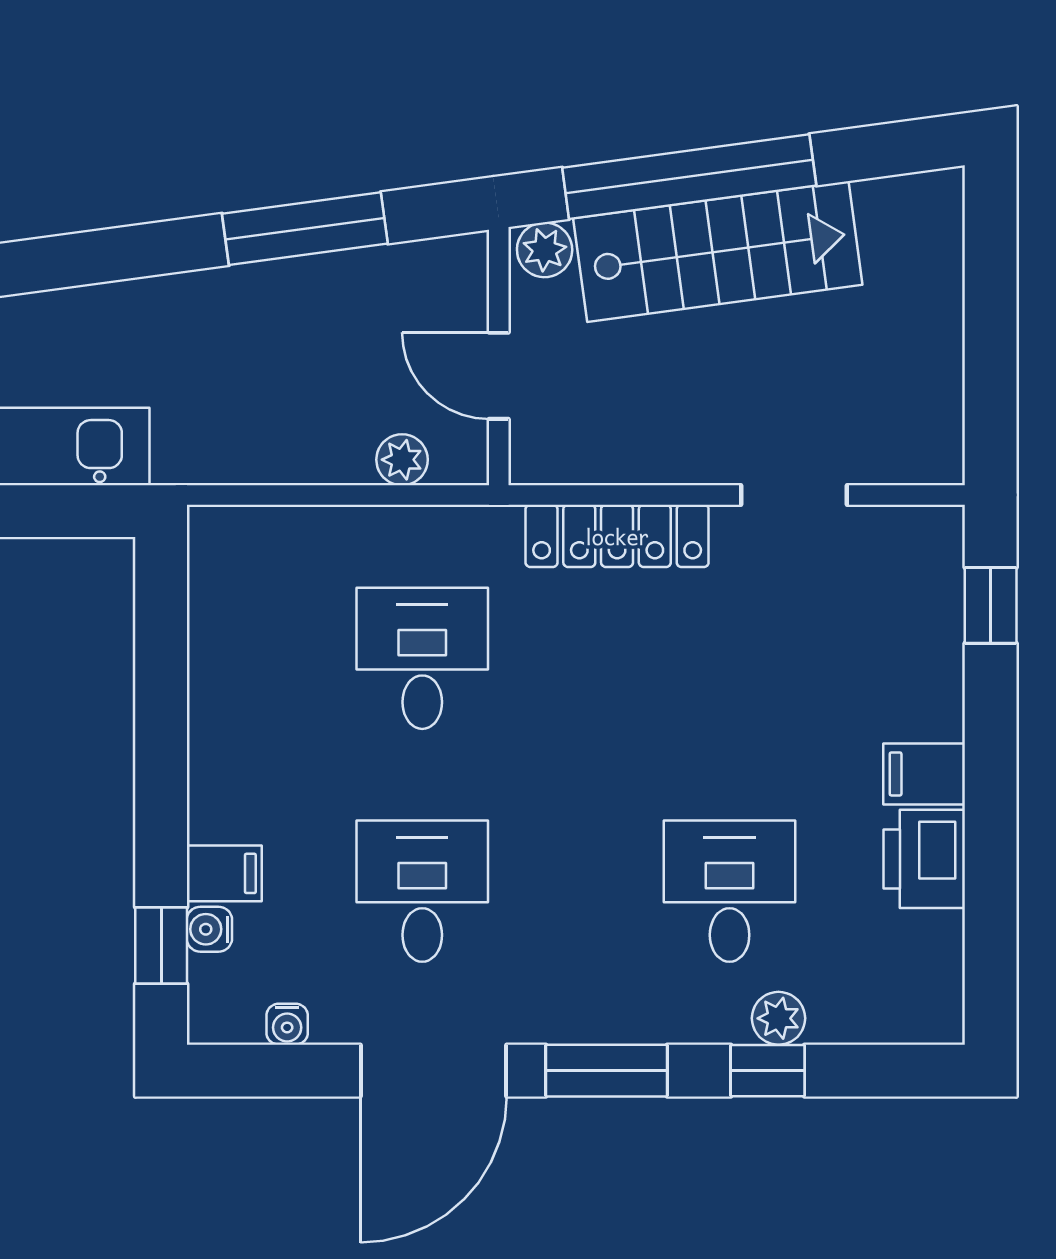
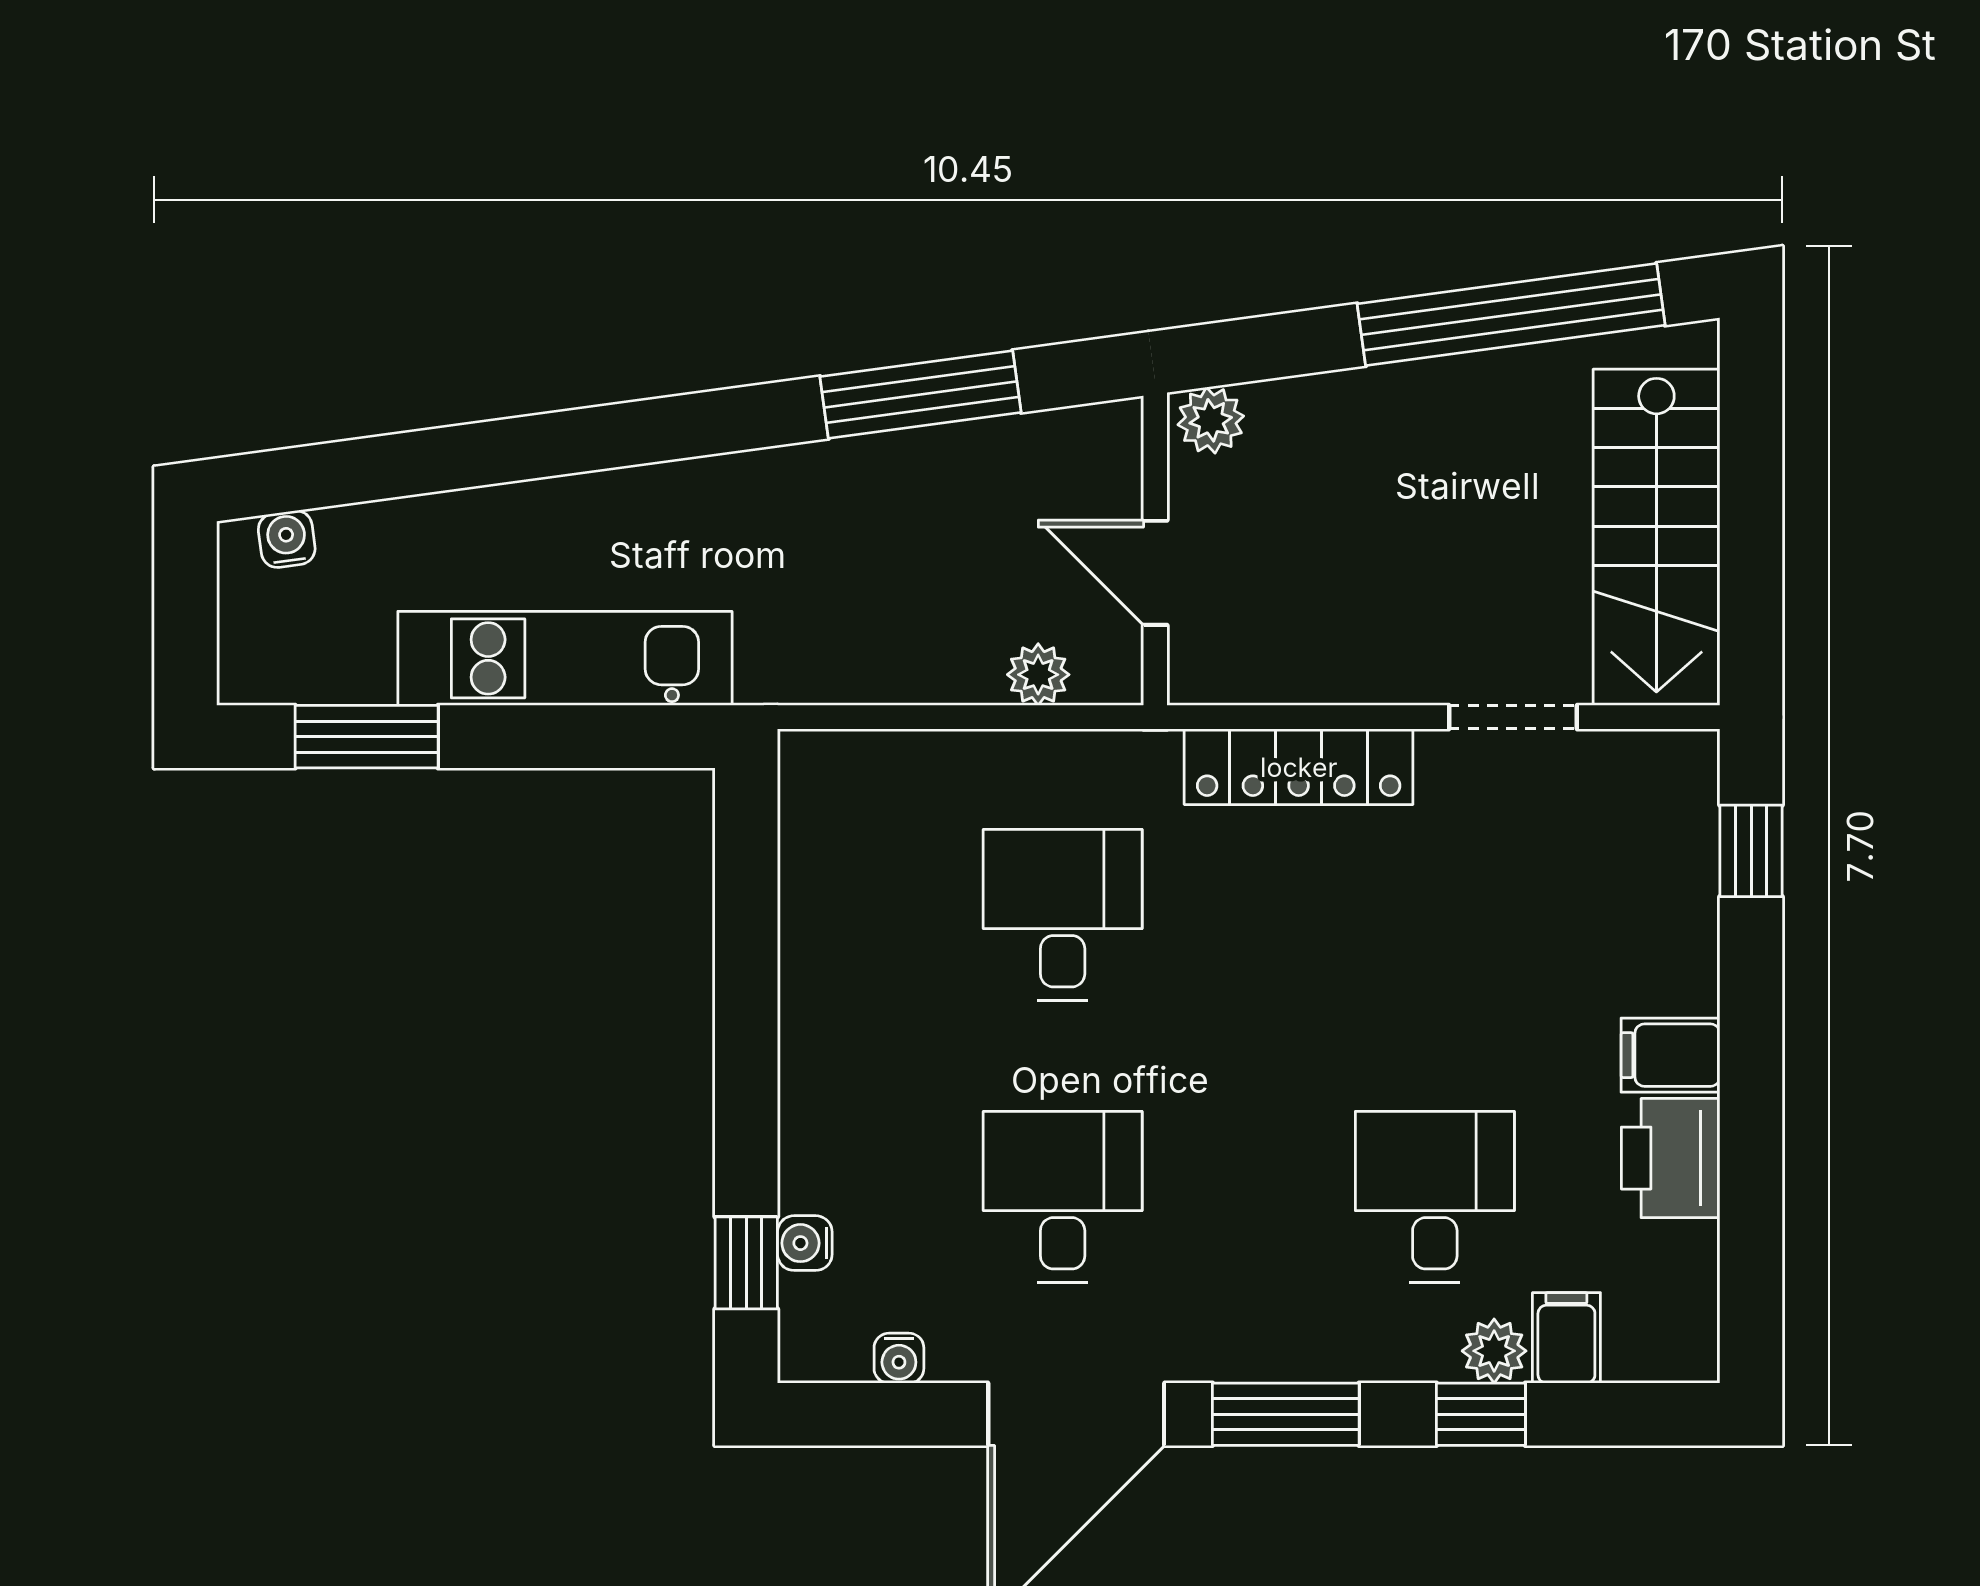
window: (689, 177) -> (1511, 315), moved
stairs: (718, 251) -> (1656, 537), moved, turned 98
filing cabinet: (224, 873) -> (1566, 1338), moved, turned -90

